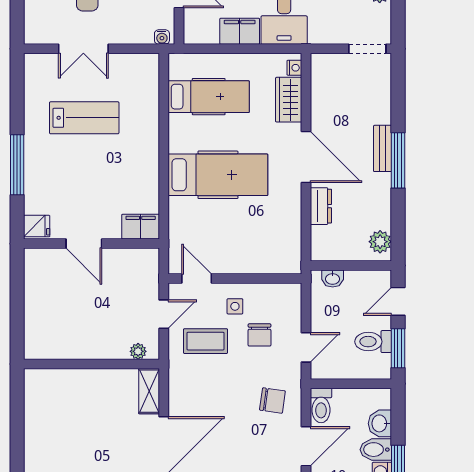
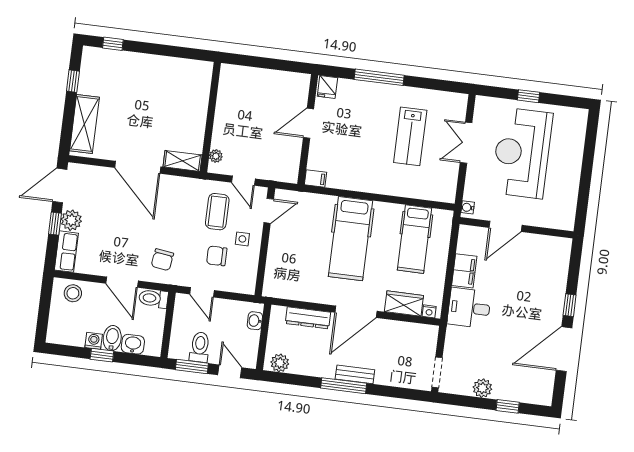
dresser: (321, 206) -> (308, 318), width x1.44
filing cabinet: (141, 227) -> (315, 178), width x0.50

